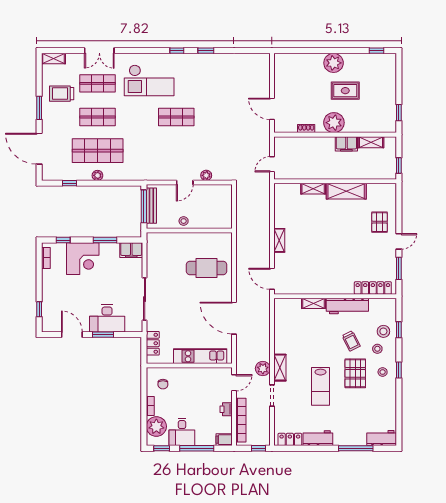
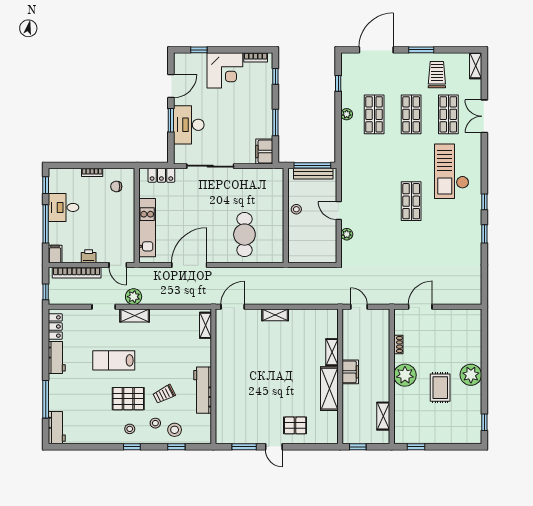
filing cabinet: (346, 144) -> (350, 372), moved, turned 180
shop shelf: (98, 151) -> (374, 114), width x0.70, depth x0.74
corner desk: (83, 259) -> (225, 70), moved, turned -90
locker: (373, 288) -> (222, 418), removed
shelving: (313, 303) -> (205, 325), moved
plant: (156, 426) -> (70, 179), removed

